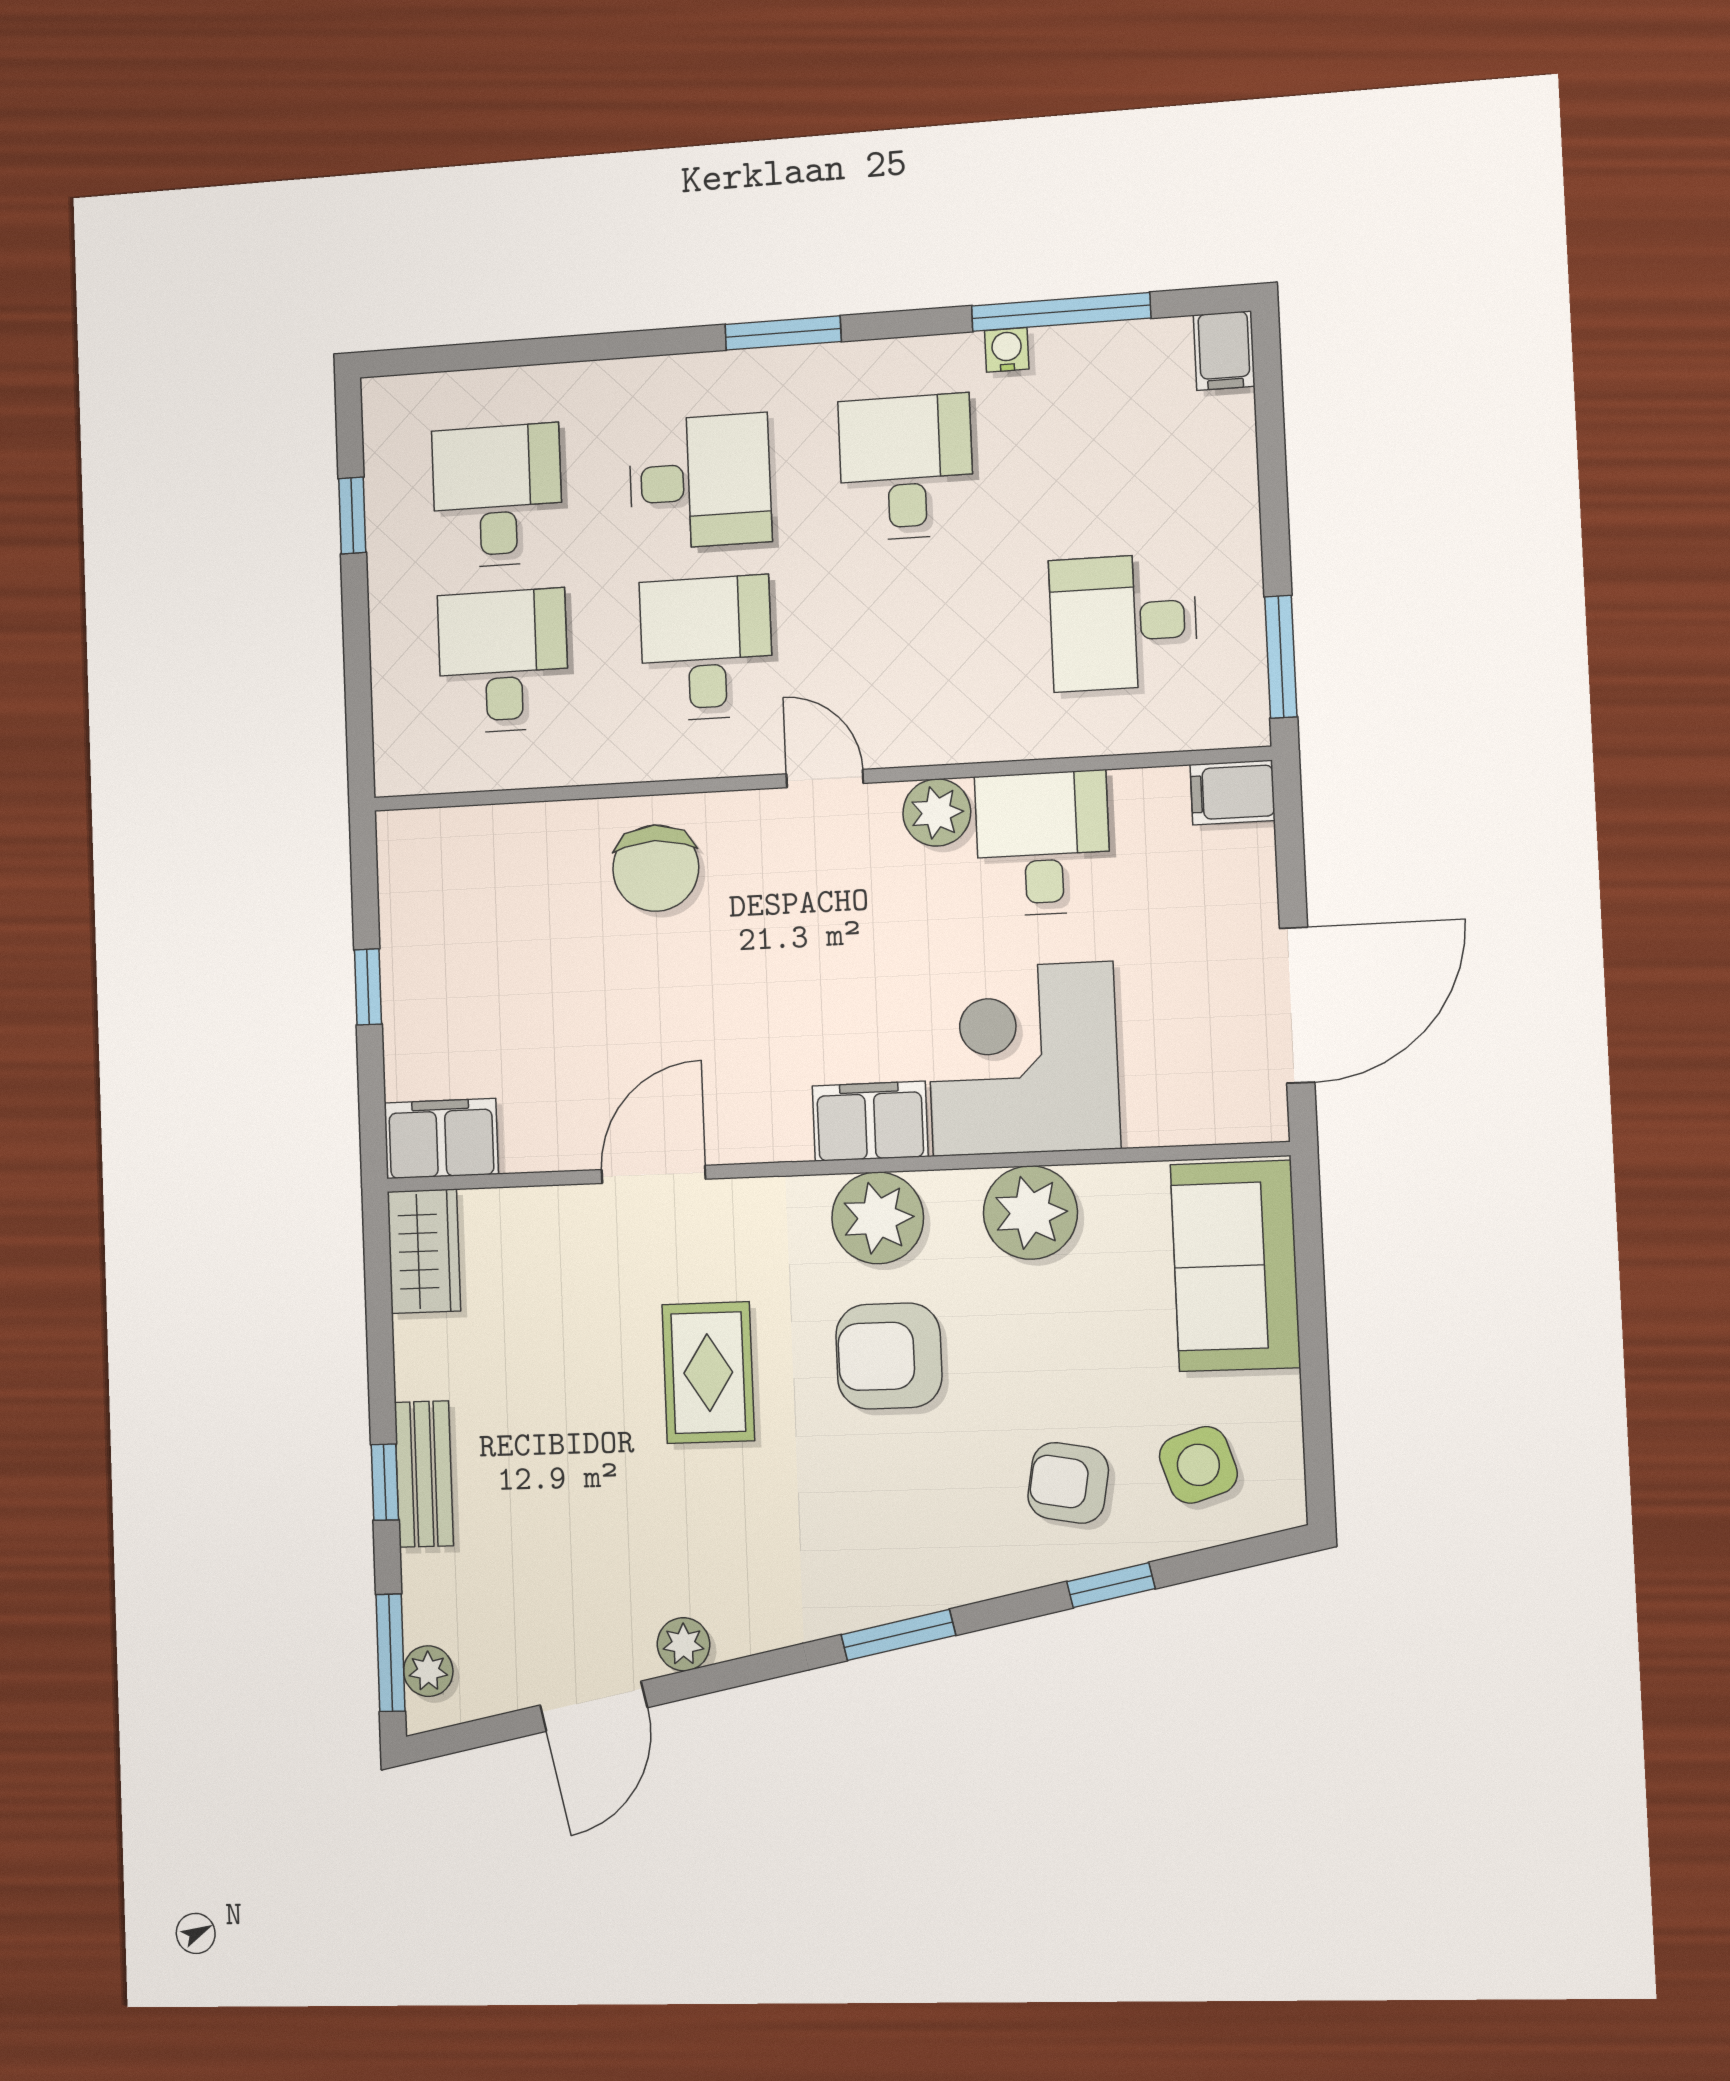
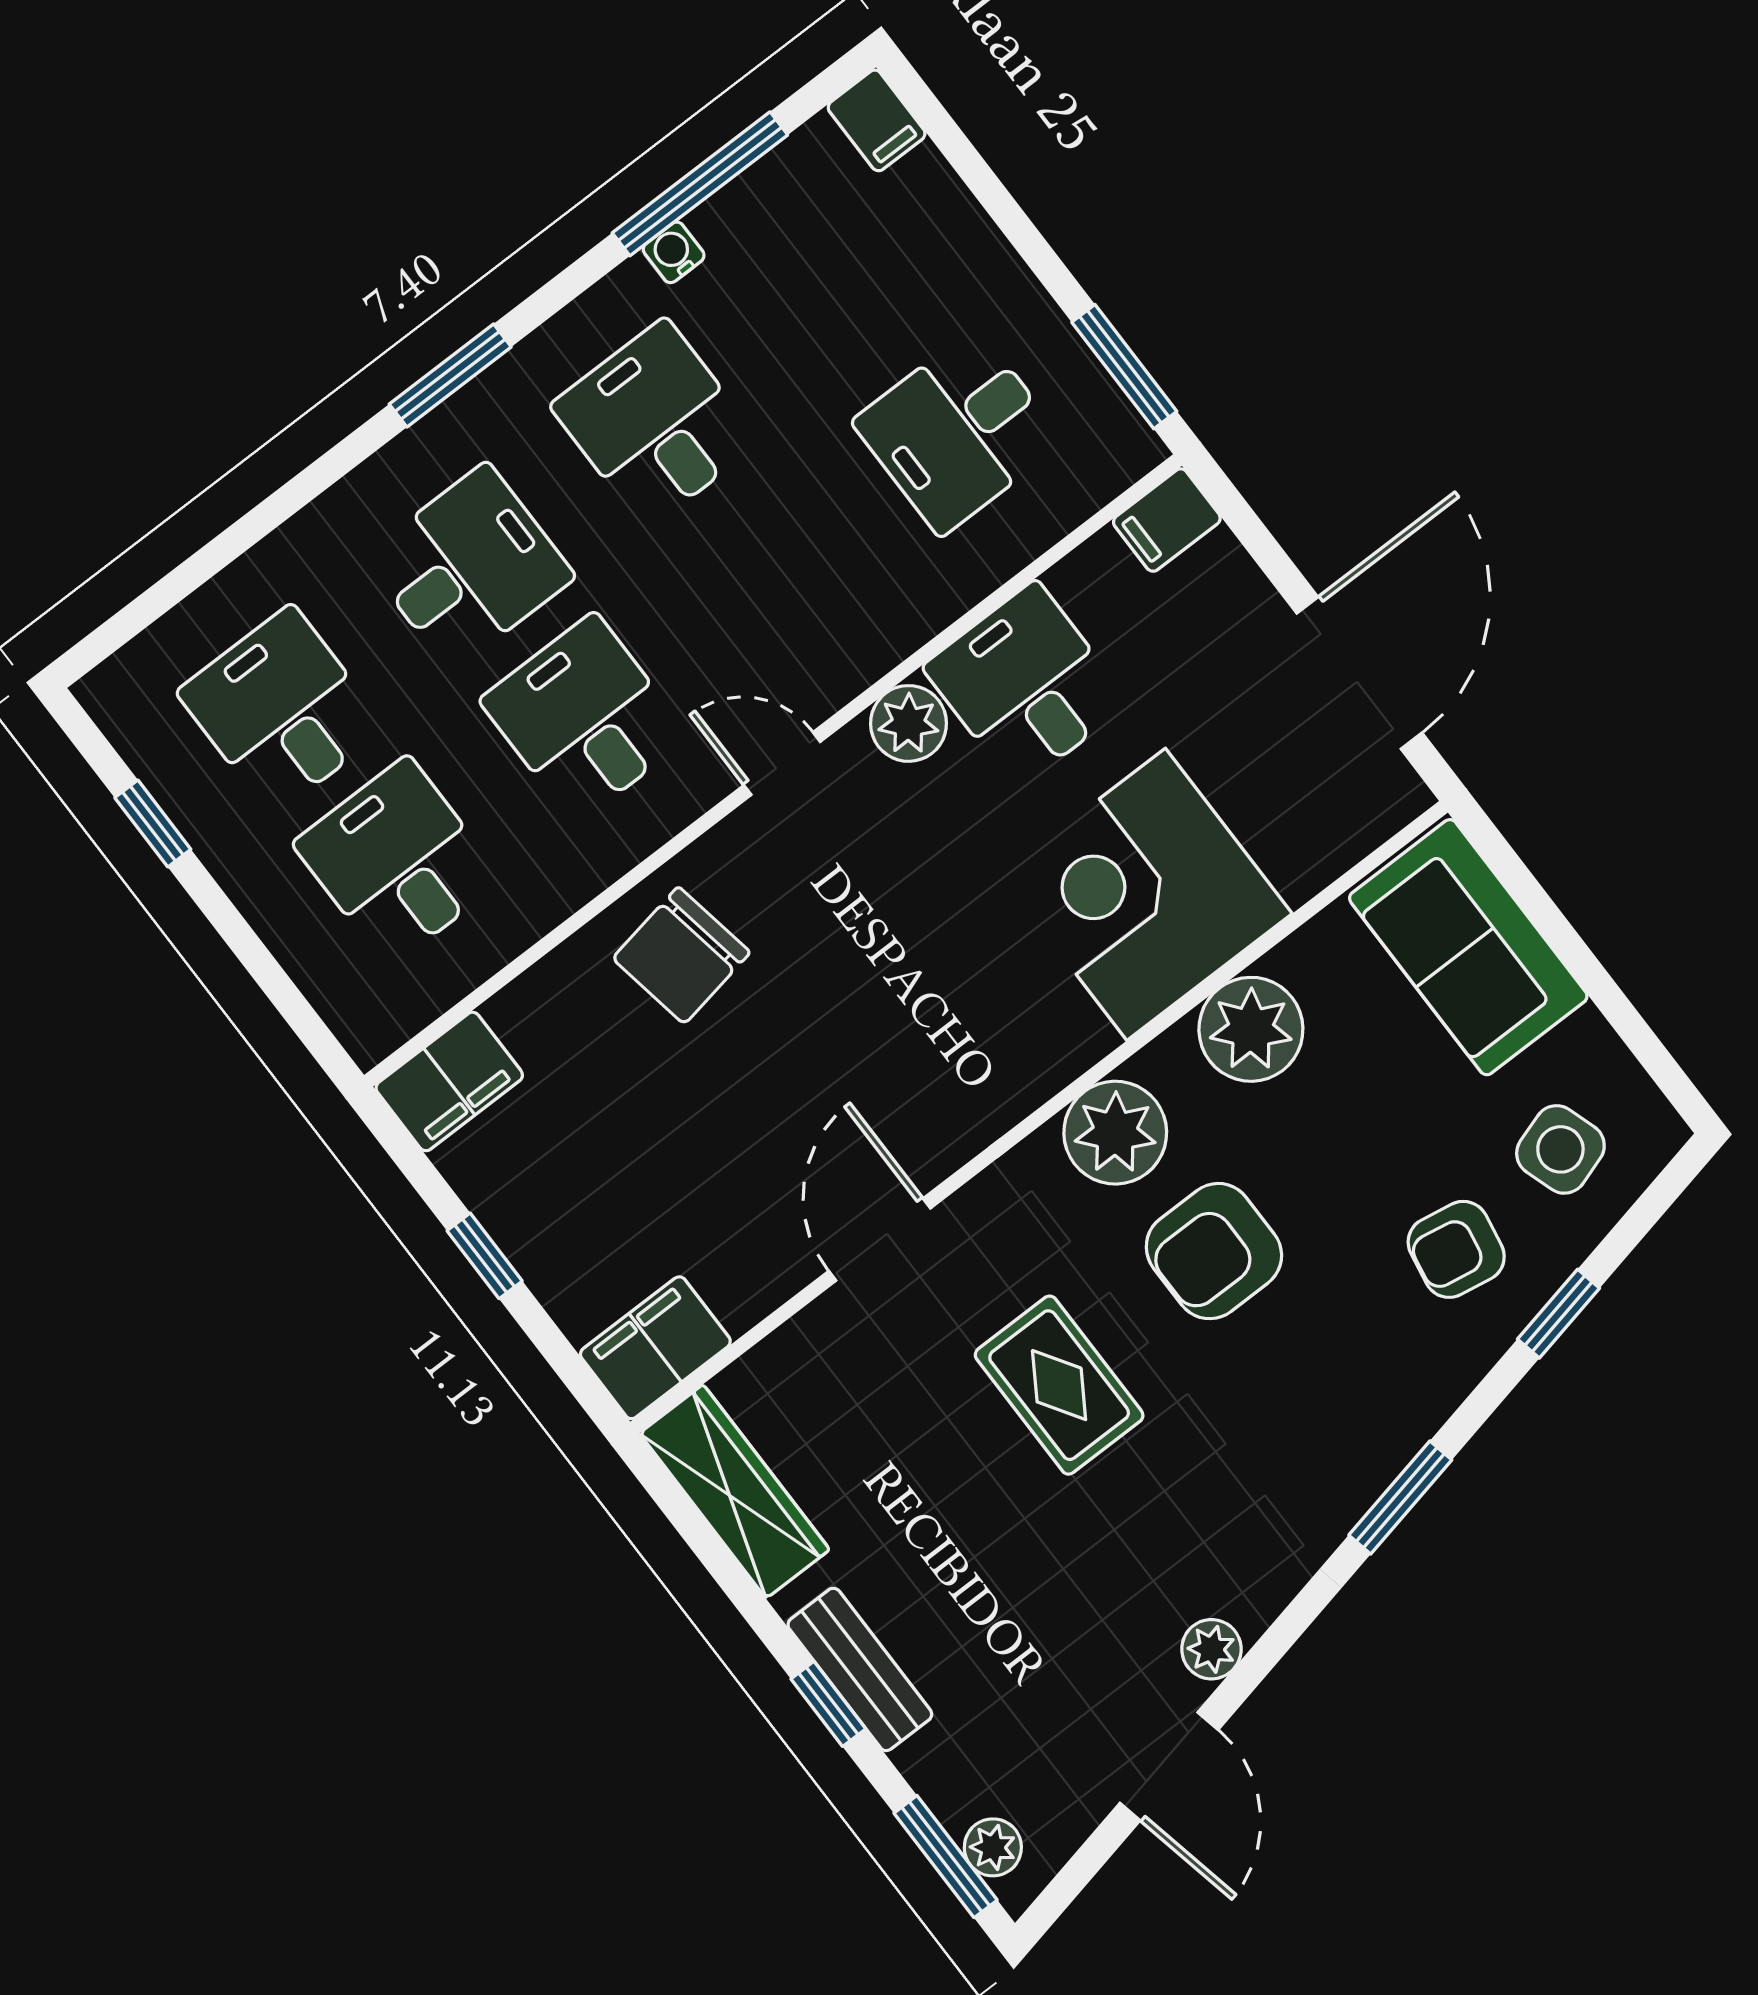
chair: (656, 868) -> (681, 955), turned 80
filing cabinet: (870, 1121) -> (449, 1081), moved, turned 180
wardrobe: (424, 1251) -> (735, 1491), width x1.50

